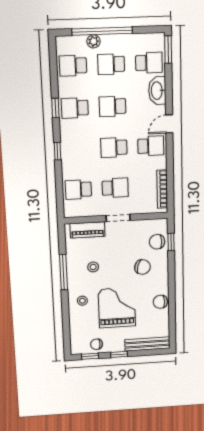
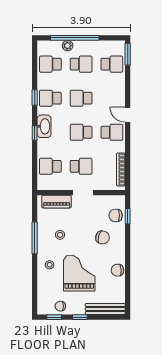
school desk: (111, 64) -> (81, 64), turned 180
washbasin: (157, 91) -> (44, 126), moved, turned 180
door: (169, 124) -> (128, 115), hinge flipped

